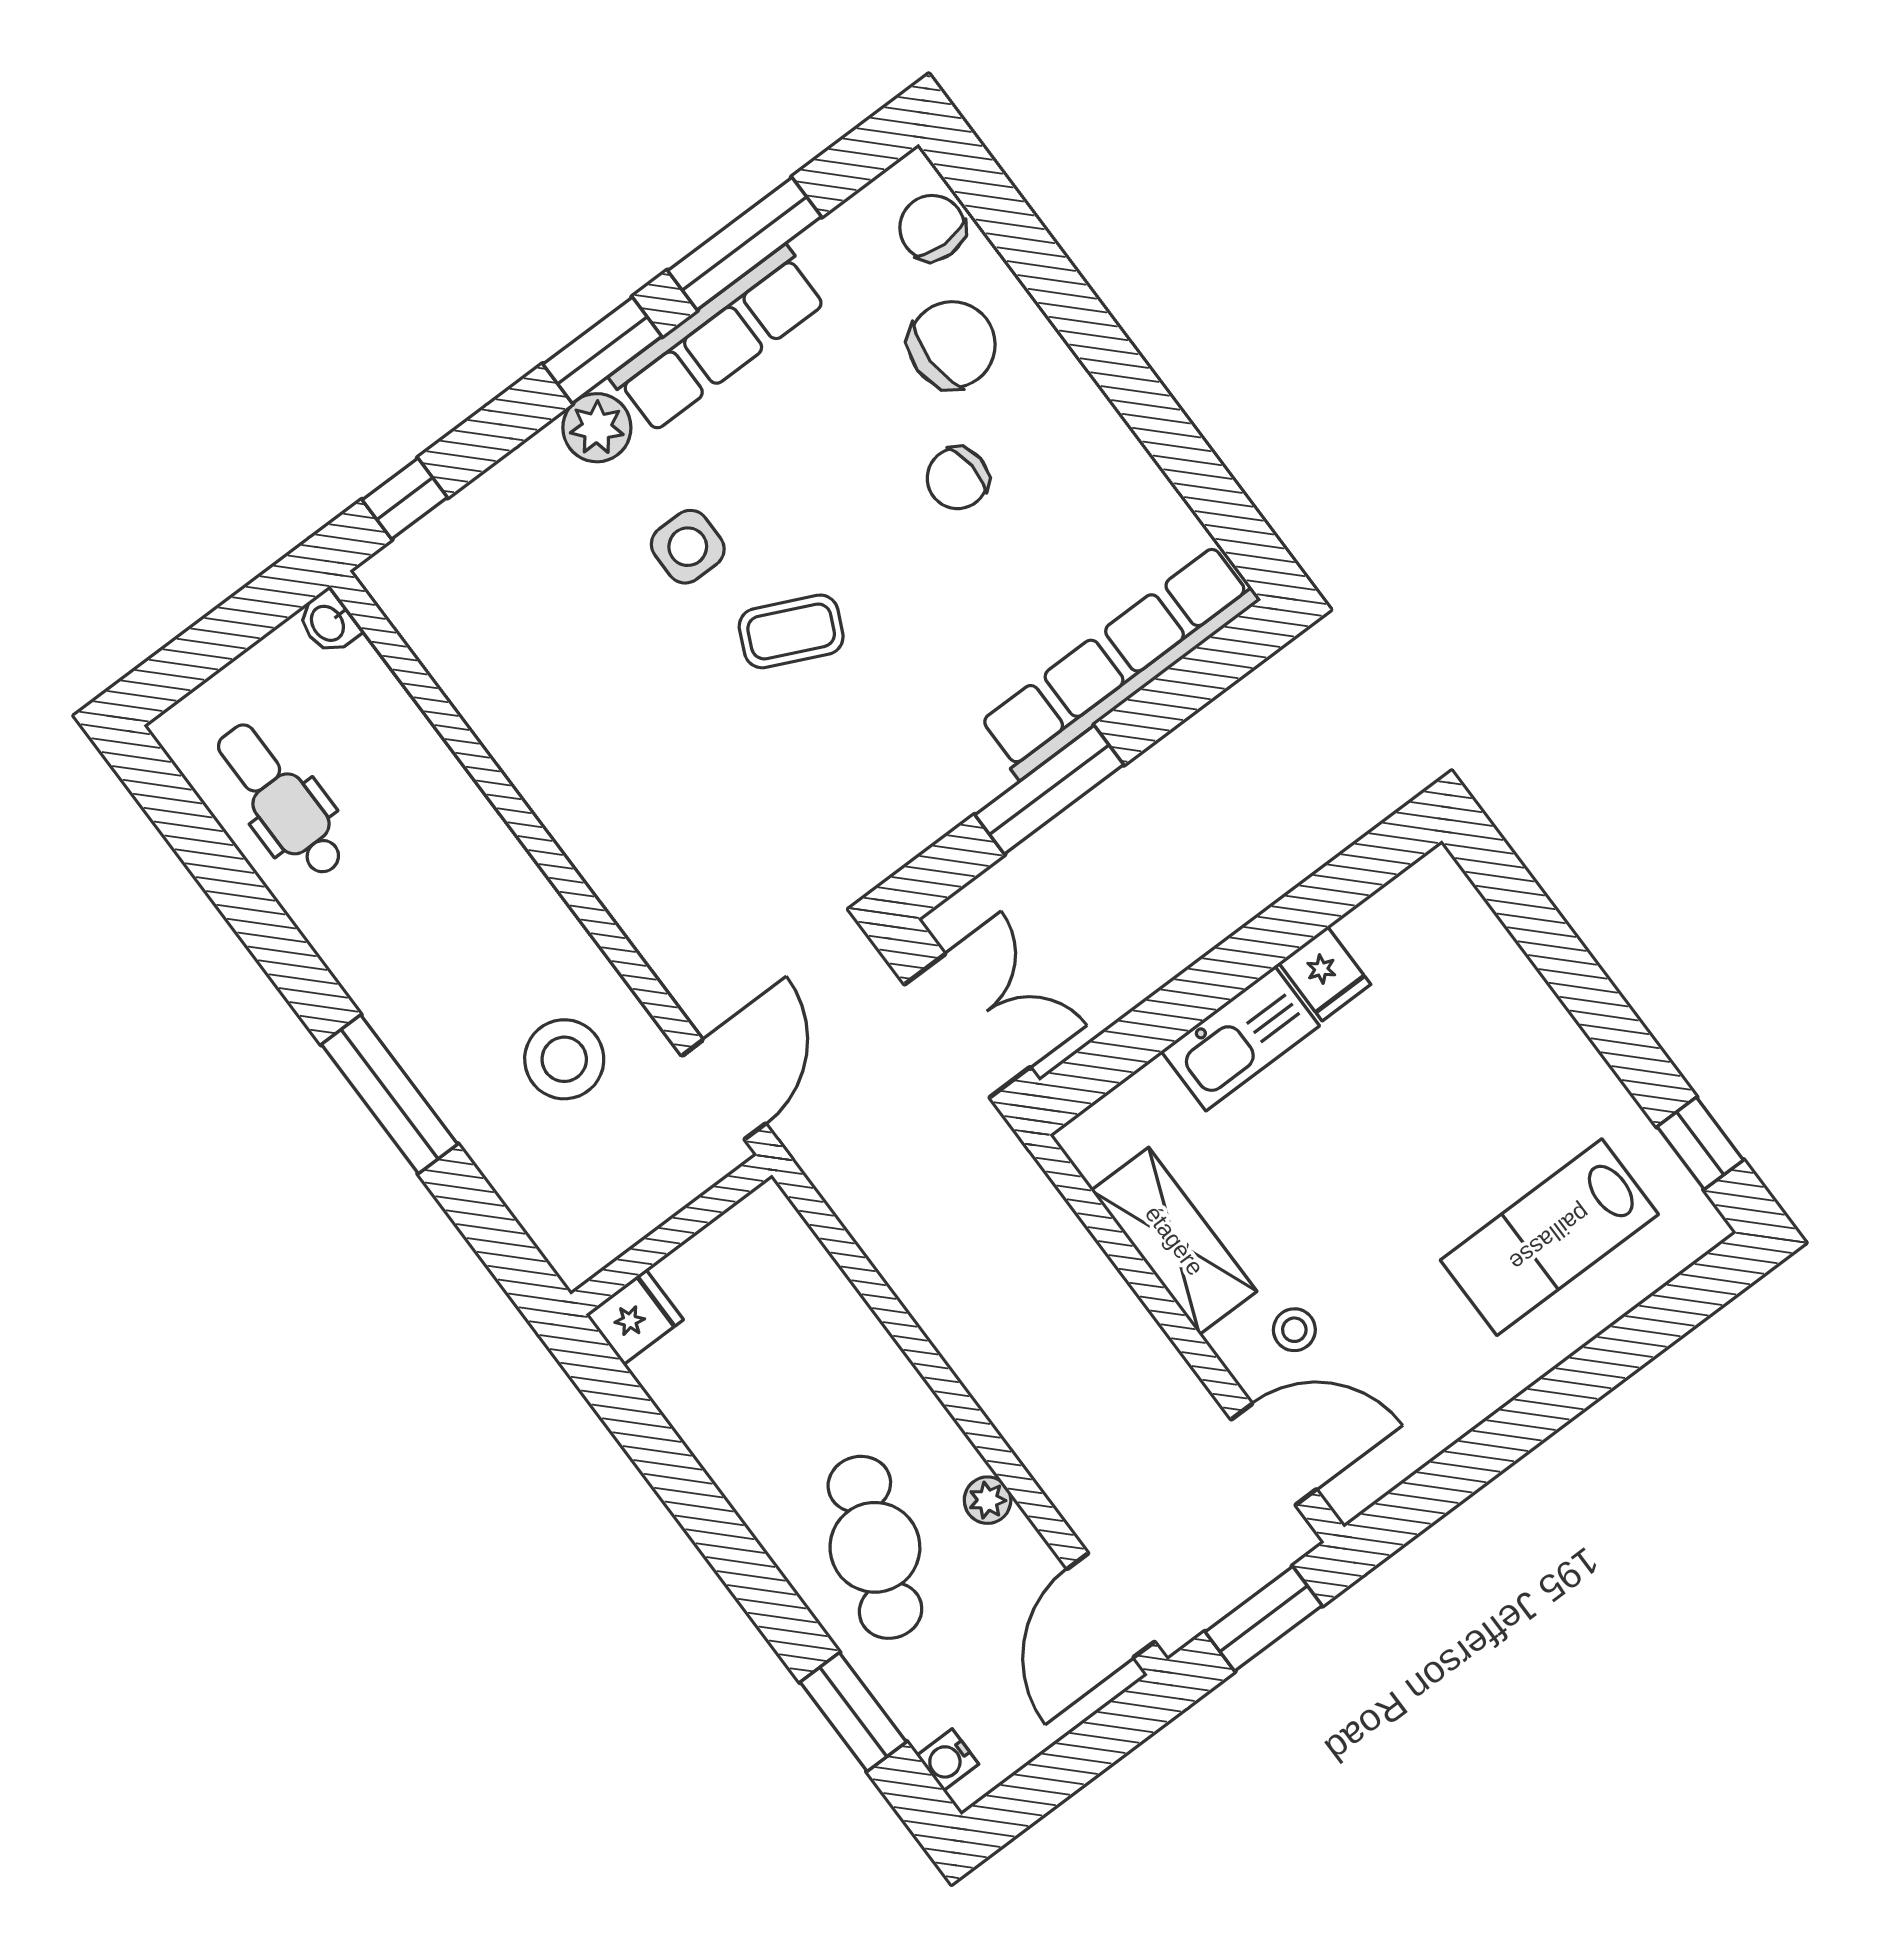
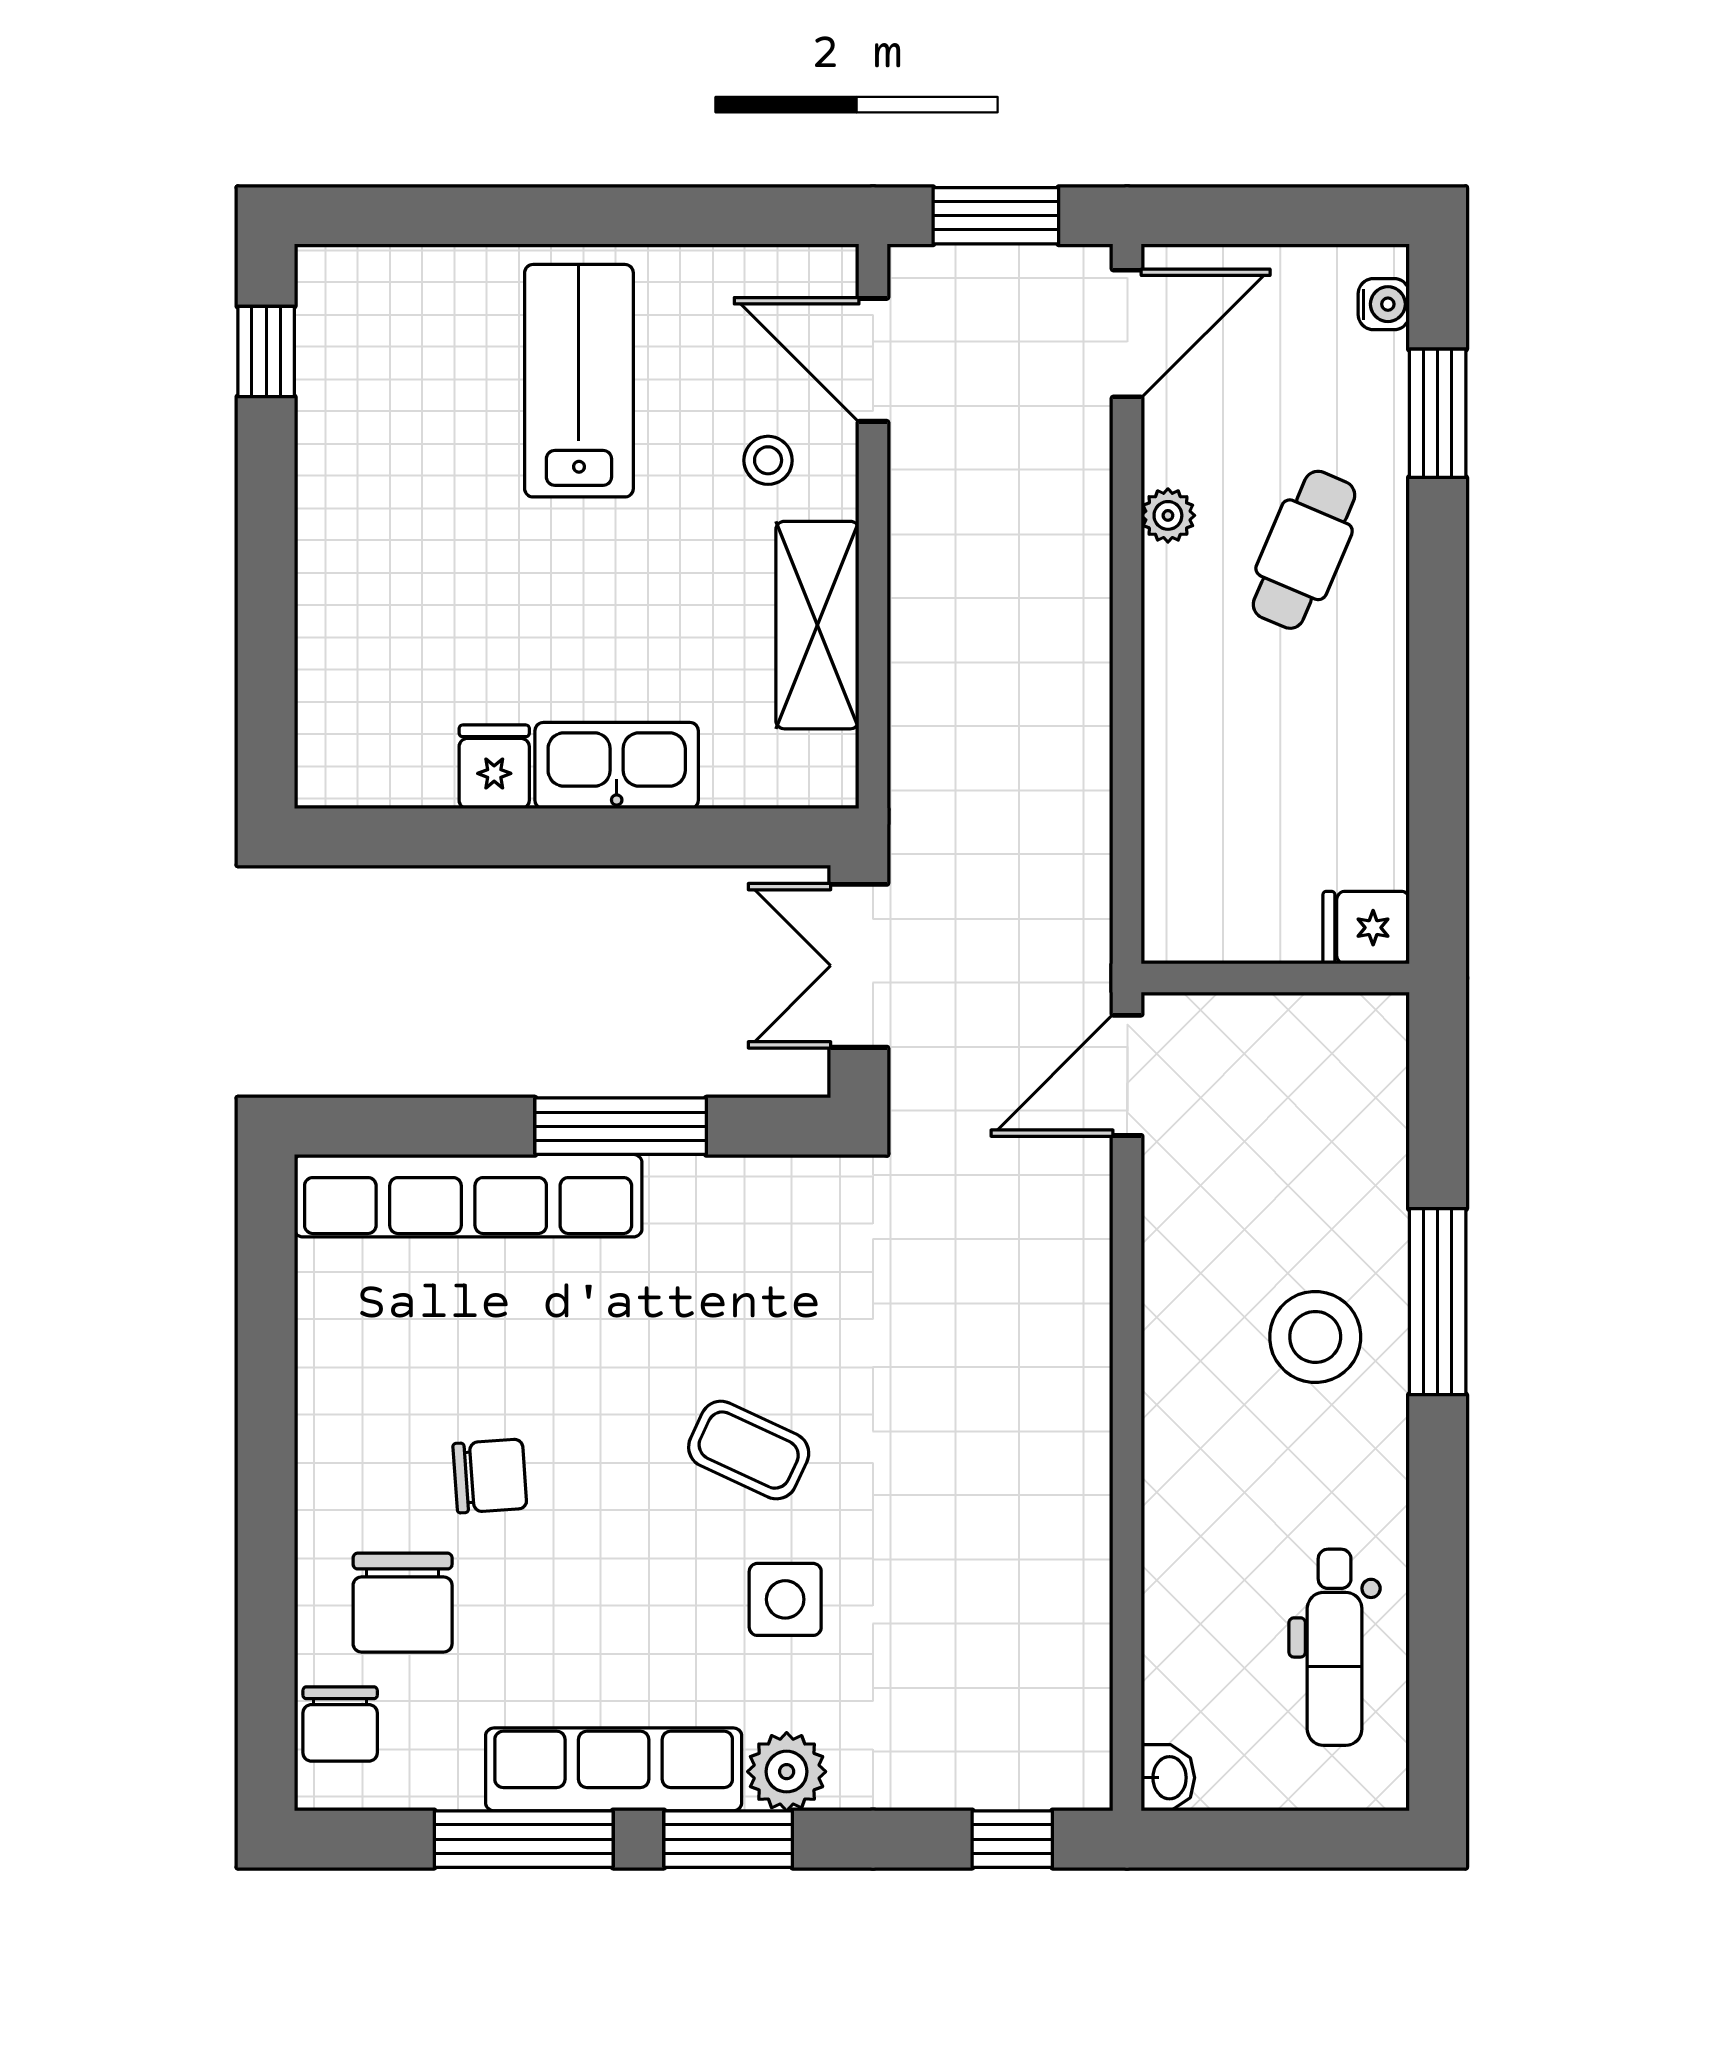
chair: (952, 345) -> (403, 1603), turned -90
stool: (564, 1059) -> (1315, 1337), moved
lab bench: (1549, 1237) -> (579, 381), moved, turned -90
cafe table: (875, 1547) -> (1304, 550), width x0.73, depth x0.74

